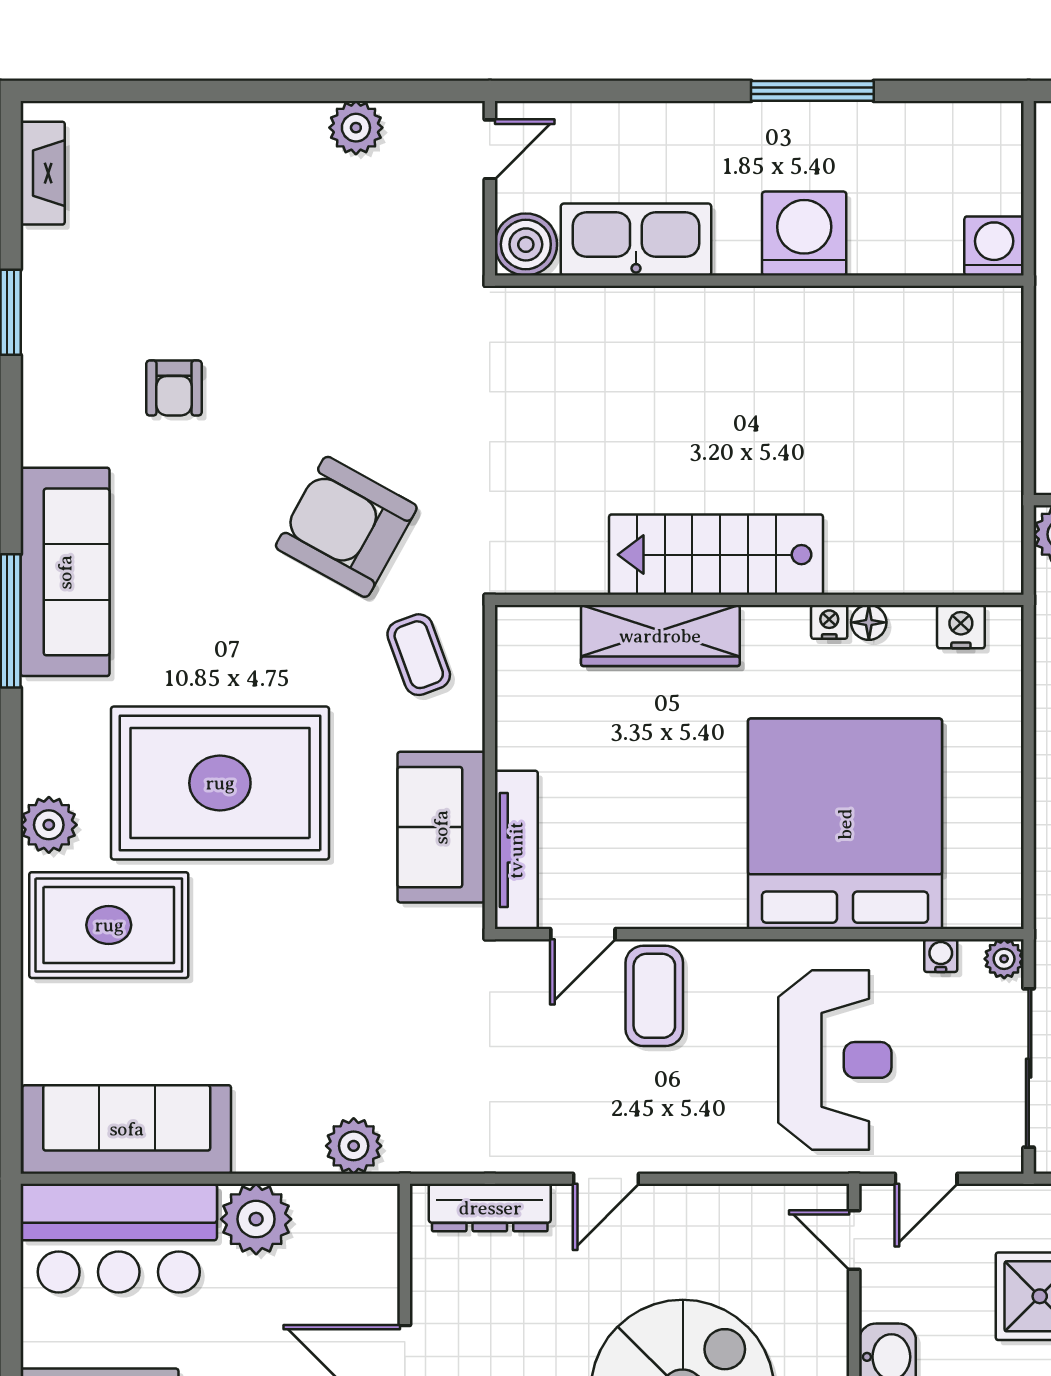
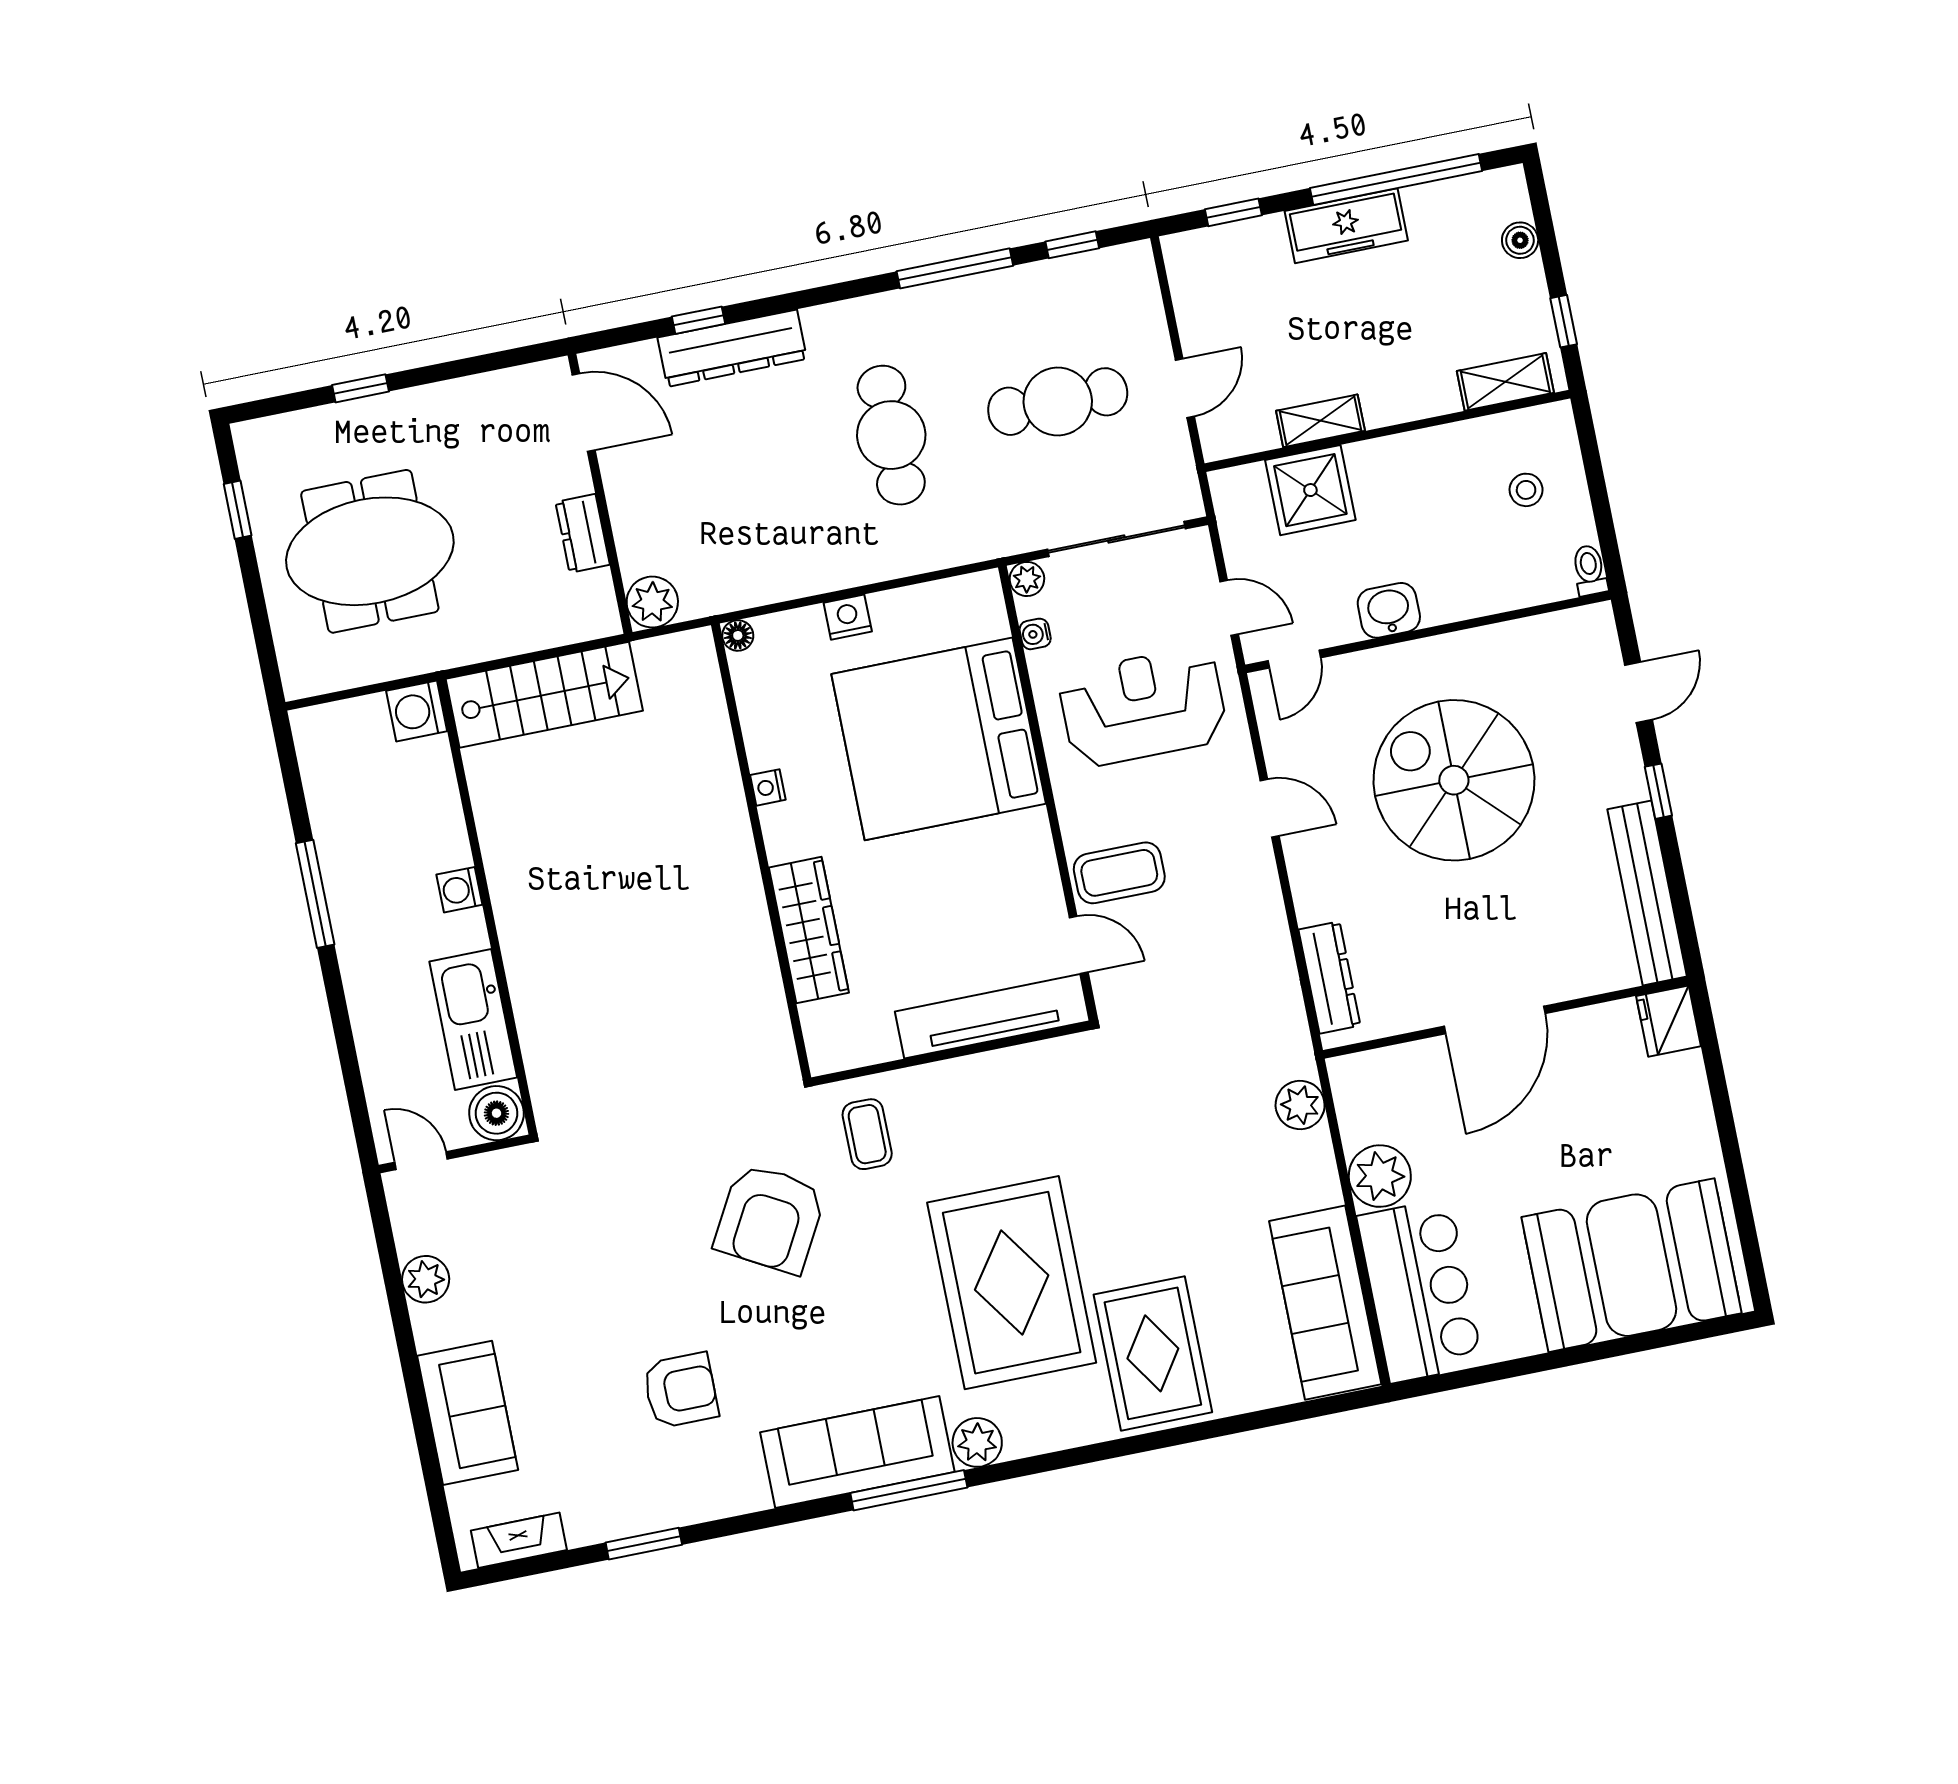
washing machine: (804, 234) -> (459, 890), width x0.53, depth x0.53
armchair: (174, 388) -> (681, 1390), width x1.38, depth x1.38
stairs: (716, 555) -> (544, 695), moved, turned -90
floor lamp: (869, 622) -> (738, 635), moved
nightstand: (961, 627) -> (848, 617), moved, turned 90
coffee table: (419, 655) -> (867, 1134), turned -70
plant: (49, 825) -> (977, 1442), moved
sofa: (441, 827) -> (468, 1413), moved, turned -90
tv unit: (516, 850) -> (992, 1016), width x1.36, depth x1.29
door: (606, 1179) -> (1270, 808), moved

